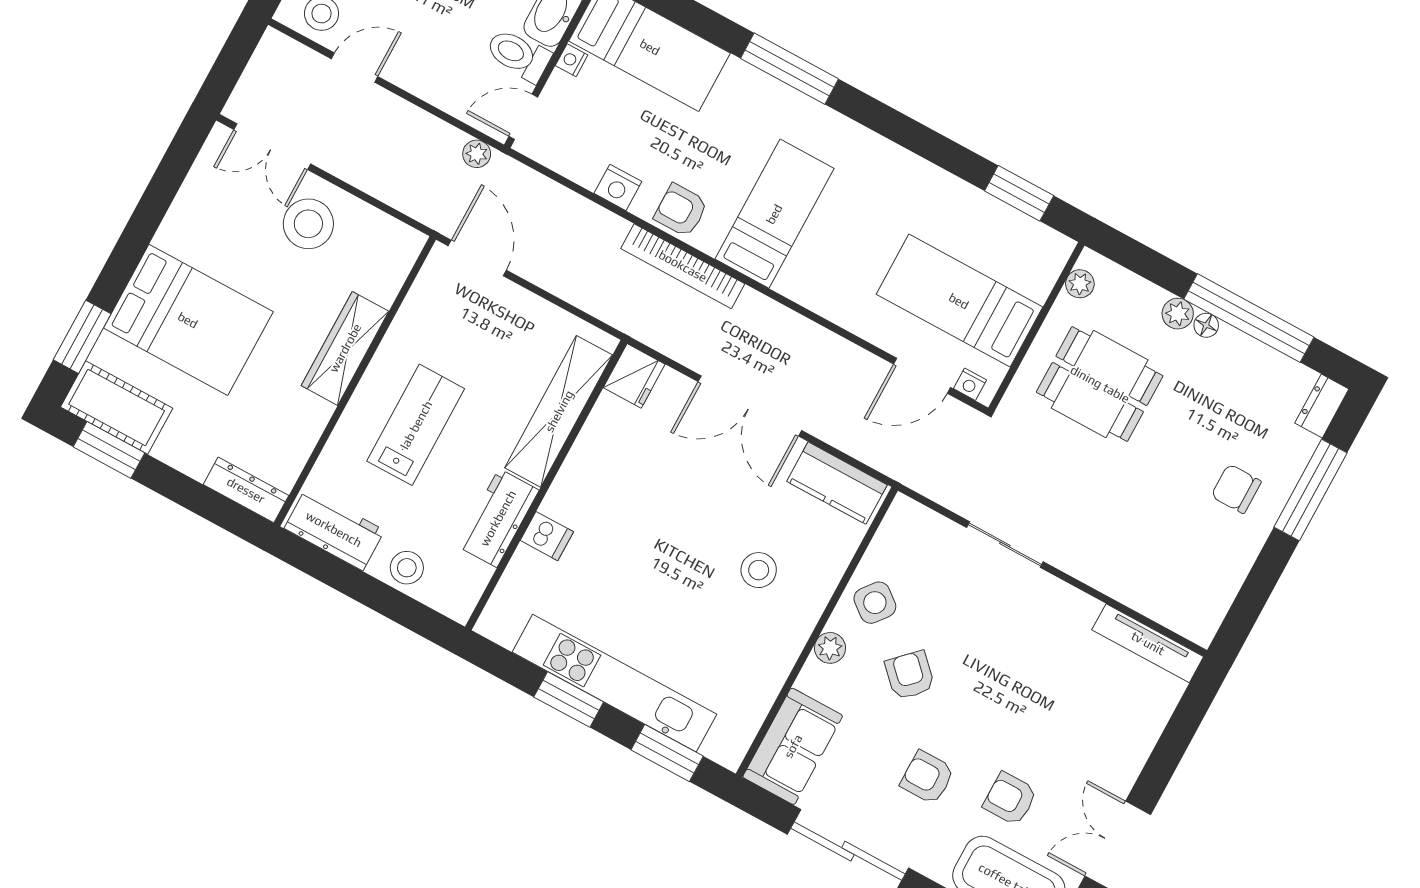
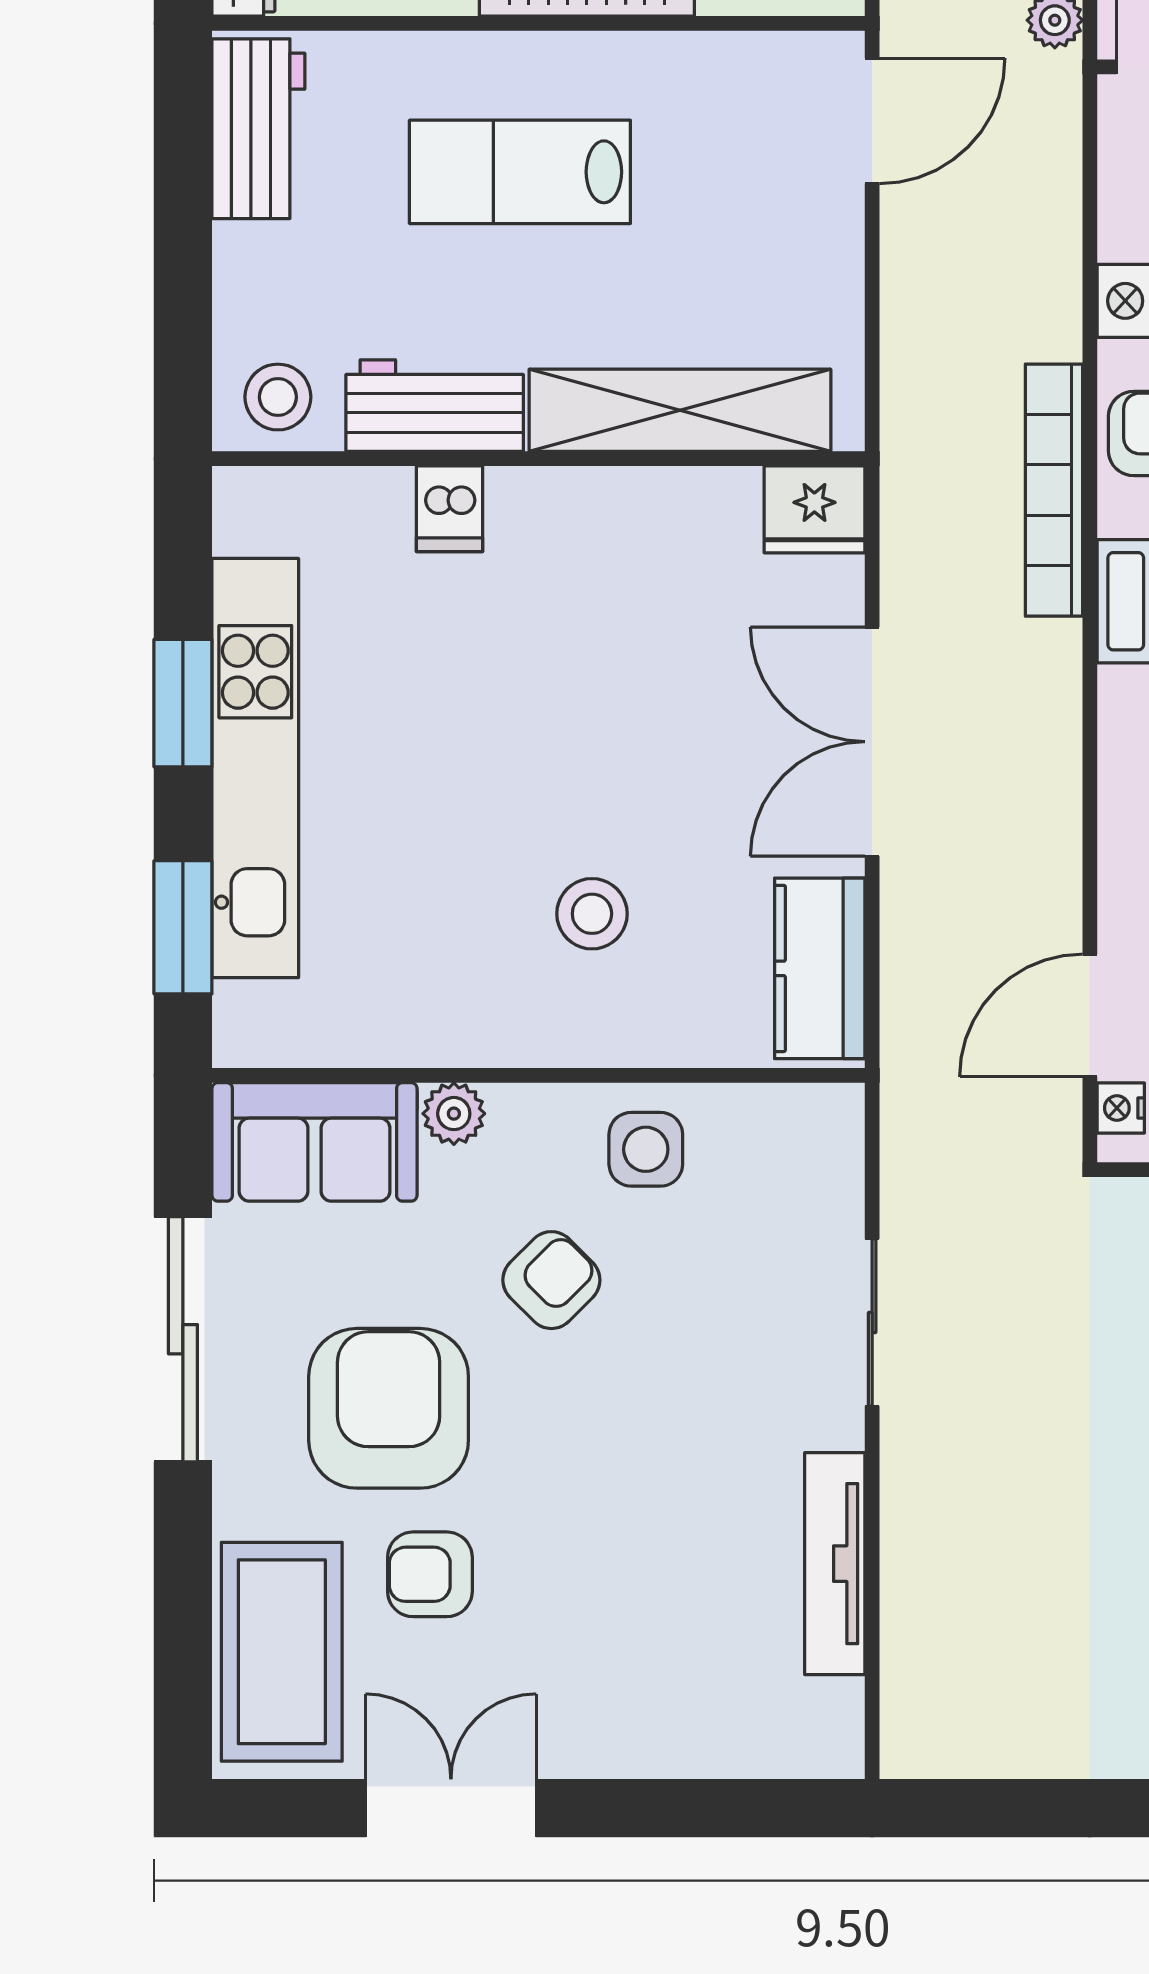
door: (922, 376) -> (1090, 1015), hinge flipped
lab bench: (416, 425) -> (520, 172), turned 180
stool: (407, 568) -> (278, 397), moved
side table: (875, 603) -> (646, 1149), turned -38
tv unit: (1148, 643) -> (835, 1564), moved
plant: (830, 648) -> (454, 1114), moved
armchair: (927, 777) -> (389, 1408), width x1.88, depth x1.88
armchair: (1010, 799) -> (430, 1574), turned -90

